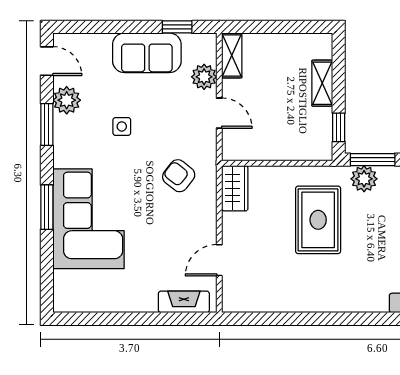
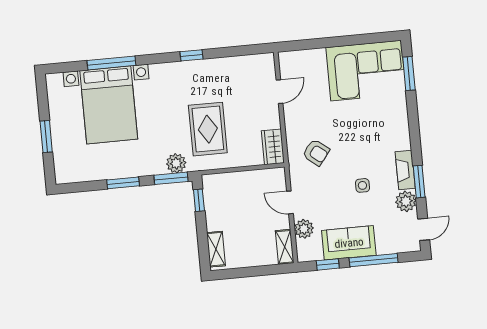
window: (116, 27) -> (374, 260), added
door: (47, 61) -> (424, 229), swing flipped
shelving: (322, 83) -> (216, 249), moved
window: (47, 207) -> (409, 73), moved
corner sofa: (88, 219) -> (366, 71), moved, turned -90
fireplace: (184, 302) -> (405, 170), moved, turned 90
window: (330, 319) -> (191, 55), added

